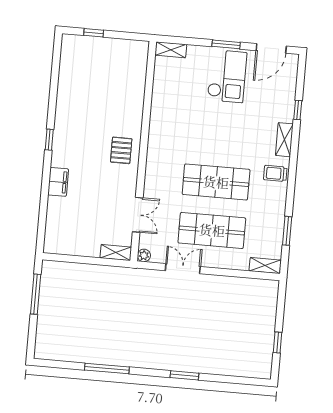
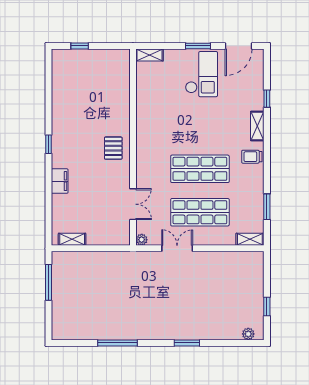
shelving: (116, 252) -> (72, 239), moved
plant: (254, 371) -> (248, 334), added

